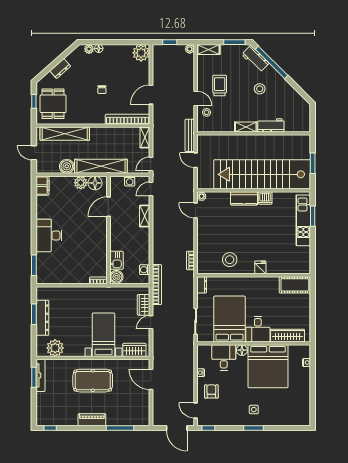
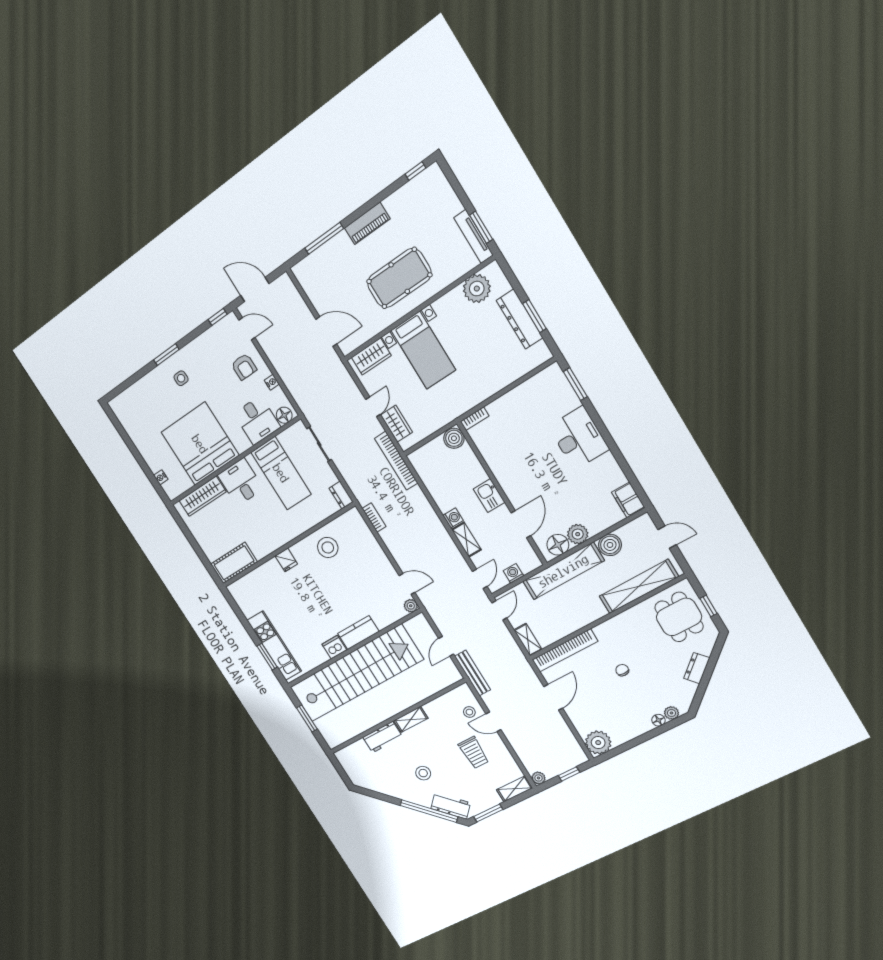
door: (196, 160) -> (446, 646), swing flipped
kitchen sink: (116, 260) -> (489, 496), moved
washing machine: (145, 270) -> (453, 518), moved
bed: (230, 319) -> (281, 473), width x0.67
floor lamp: (242, 350) -> (284, 415), moved

